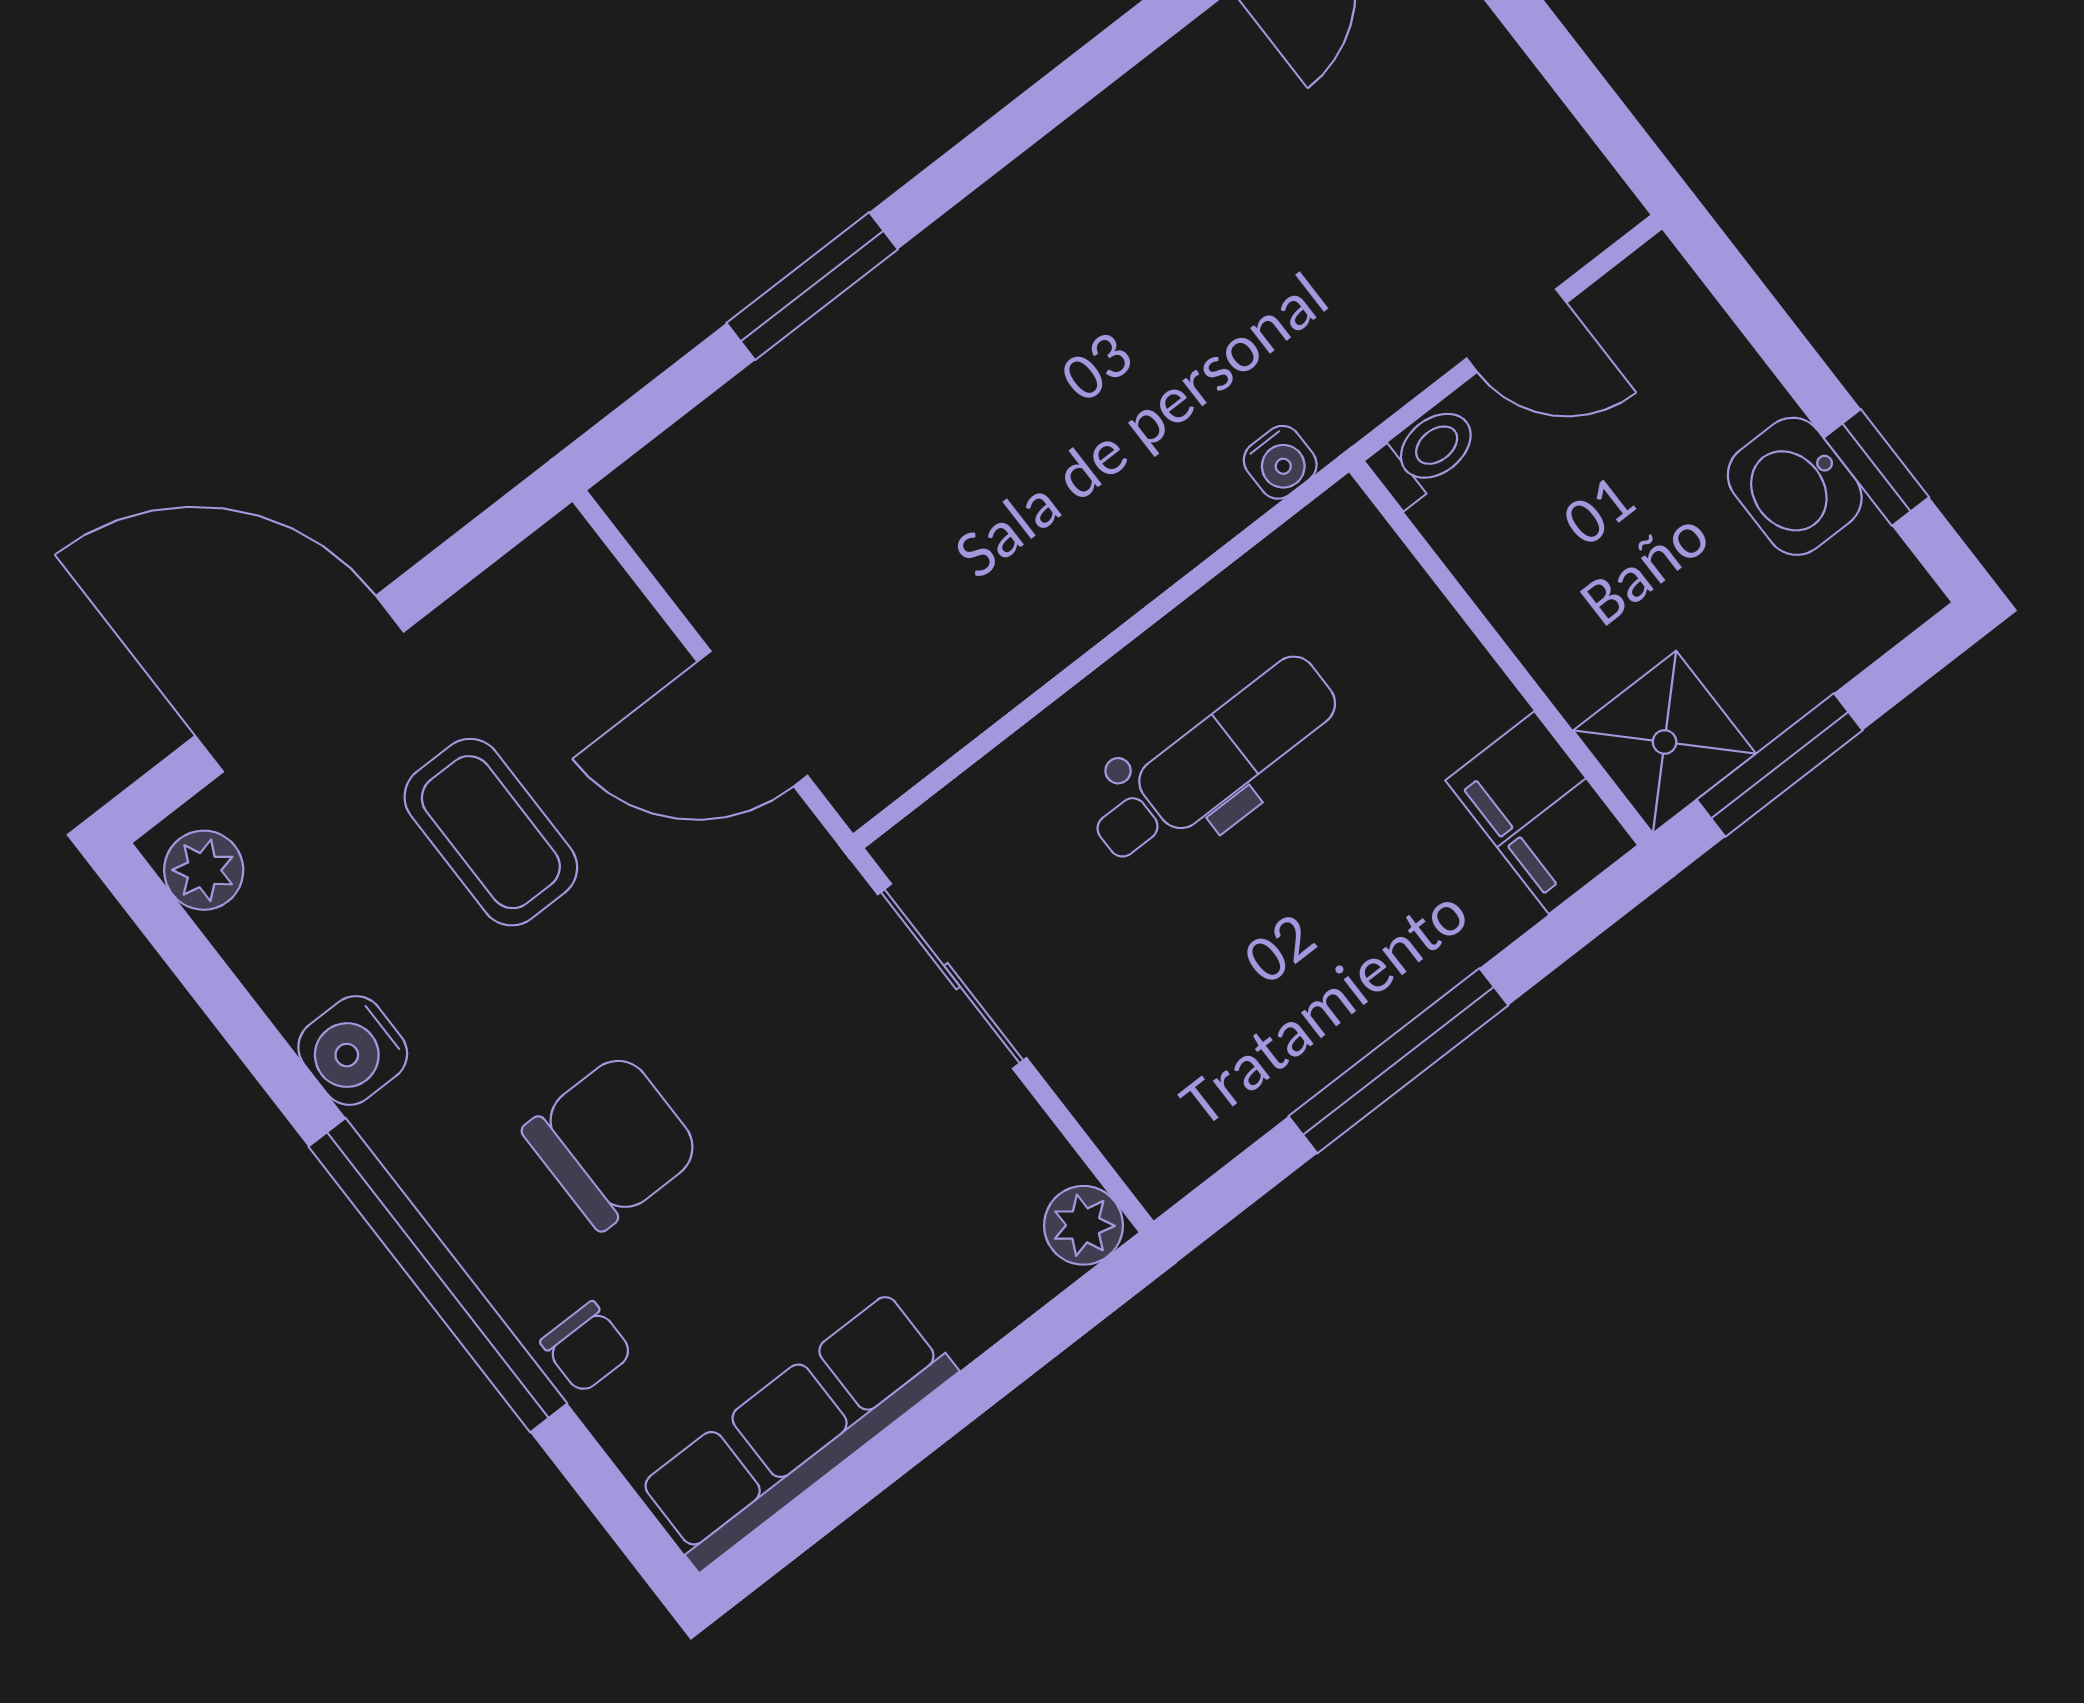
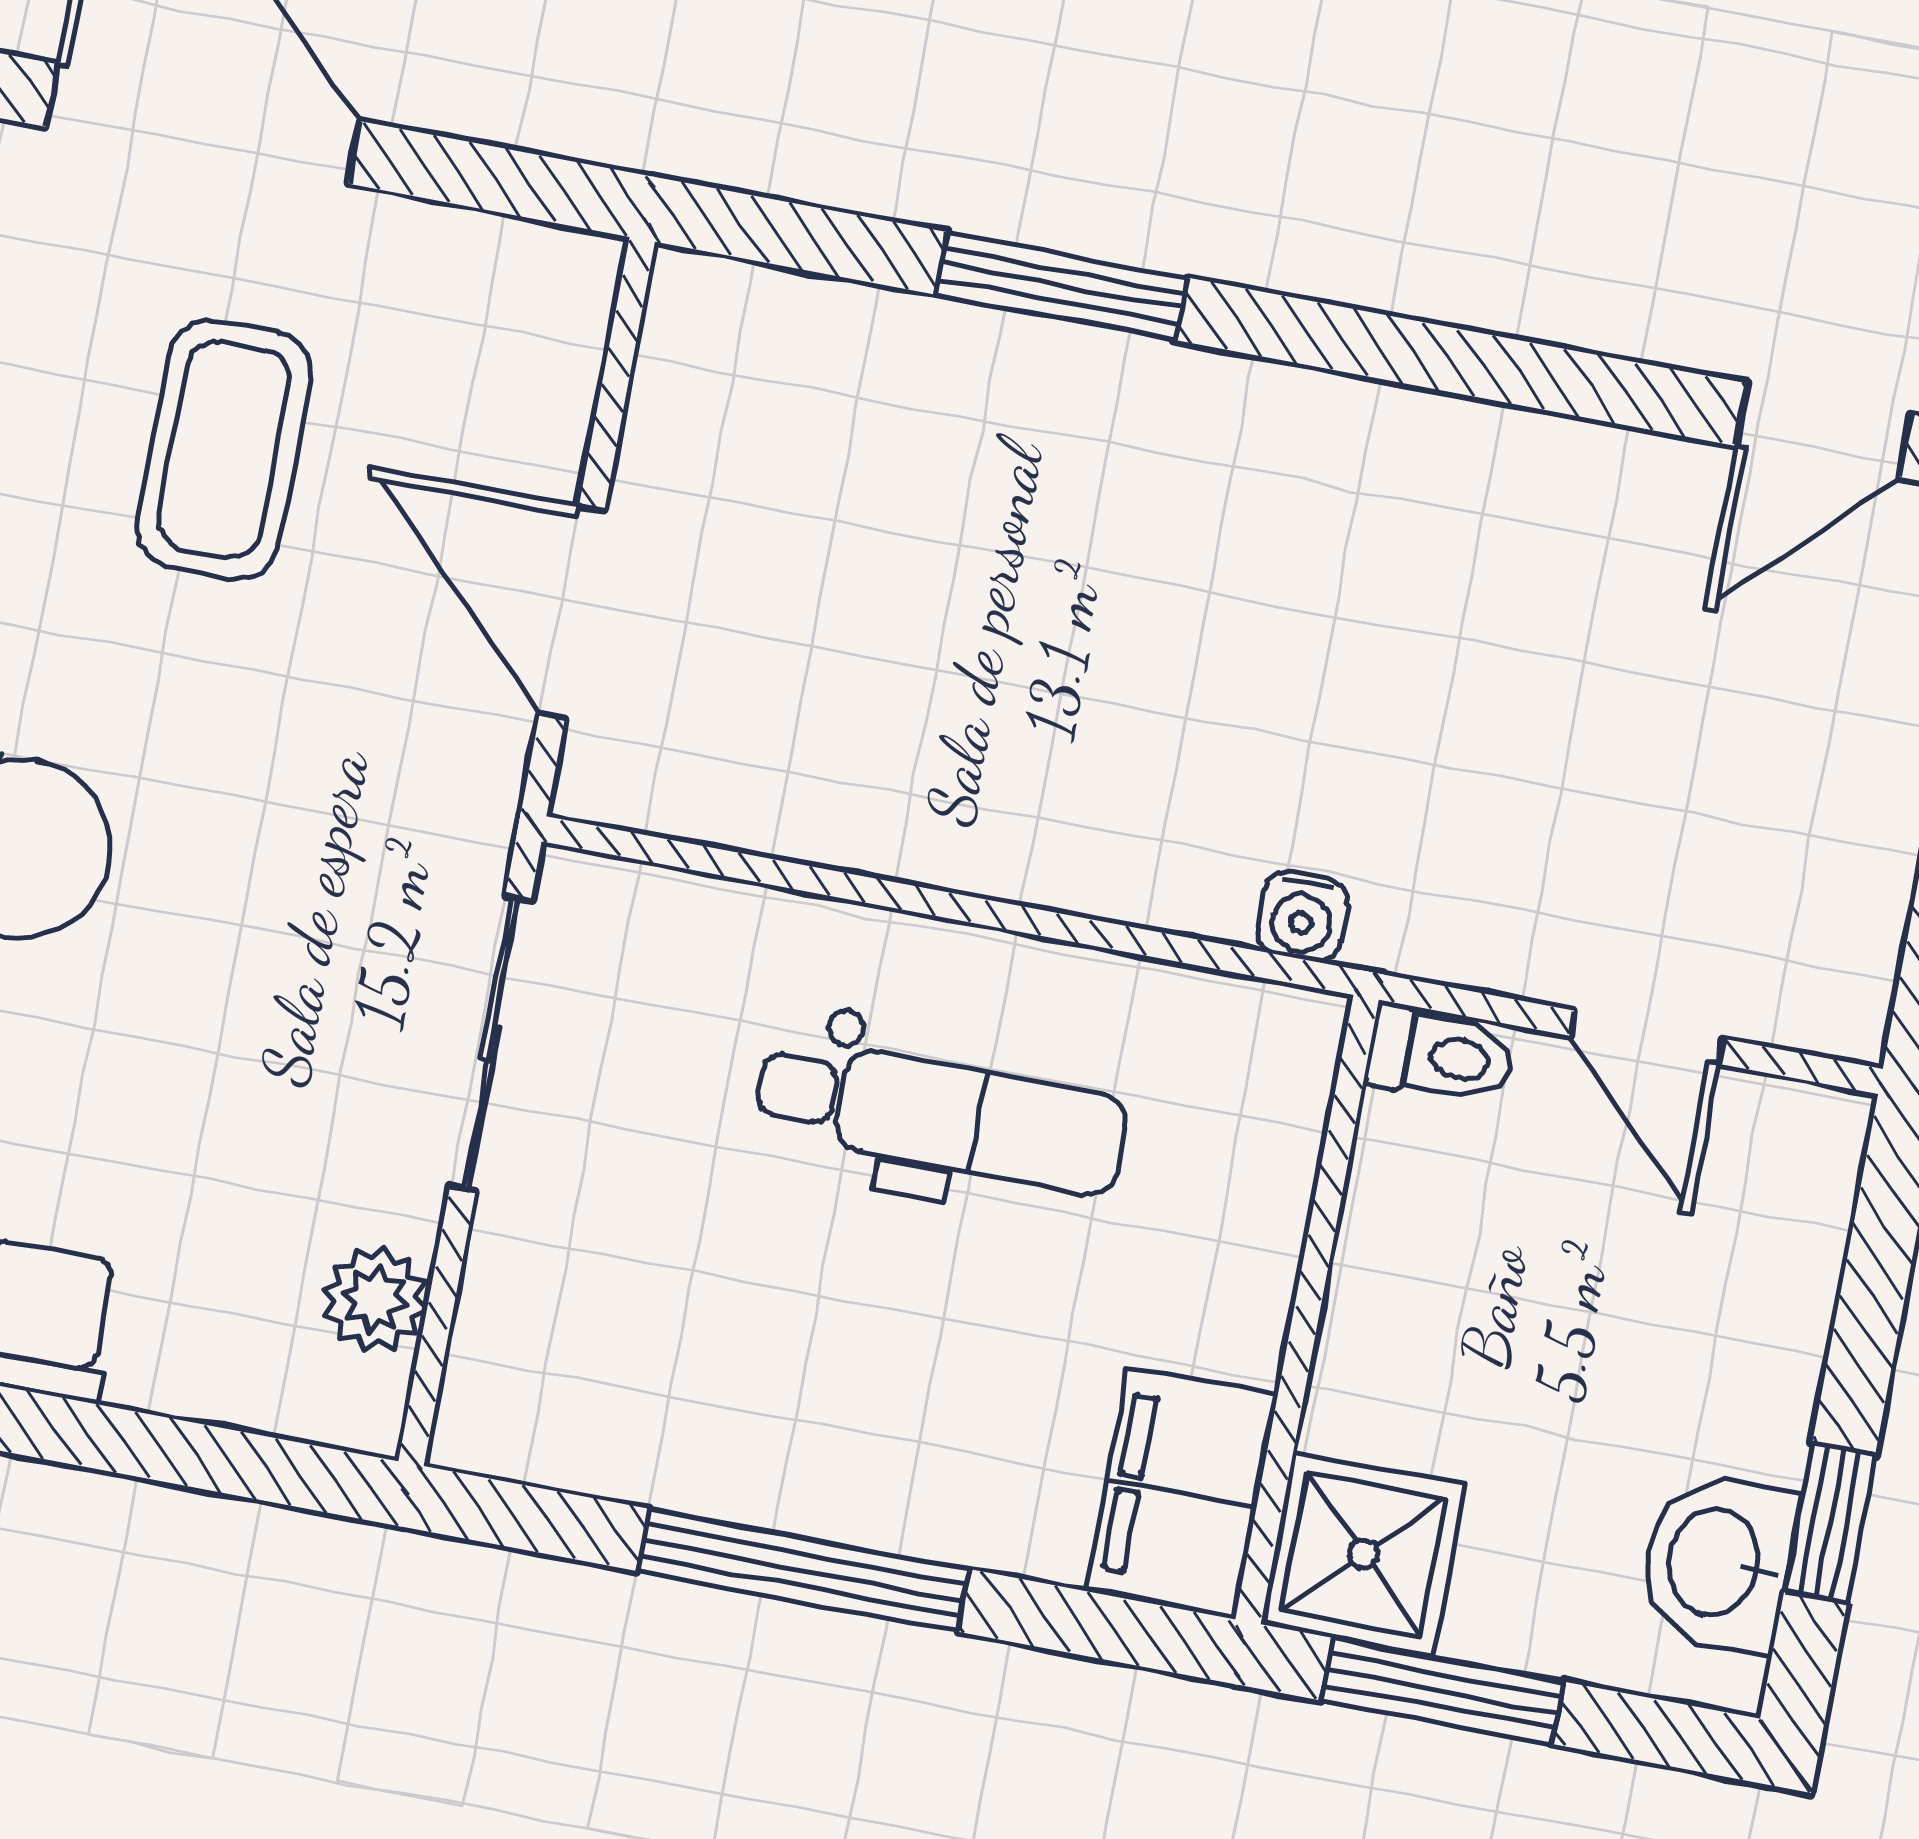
washbasin: (1795, 486) -> (1718, 1563), moved
plant: (1083, 1225) -> (375, 1299), moved

